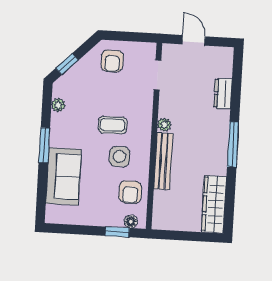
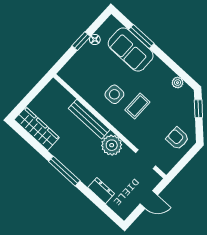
plant: (164, 125) -> (112, 145), width x1.87, depth x1.87
window: (44, 145) -> (141, 37), moved
armchair: (130, 192) -> (87, 83), removed
floor lamp: (131, 222) -> (95, 40), moved
window: (117, 232) -> (81, 41), moved

